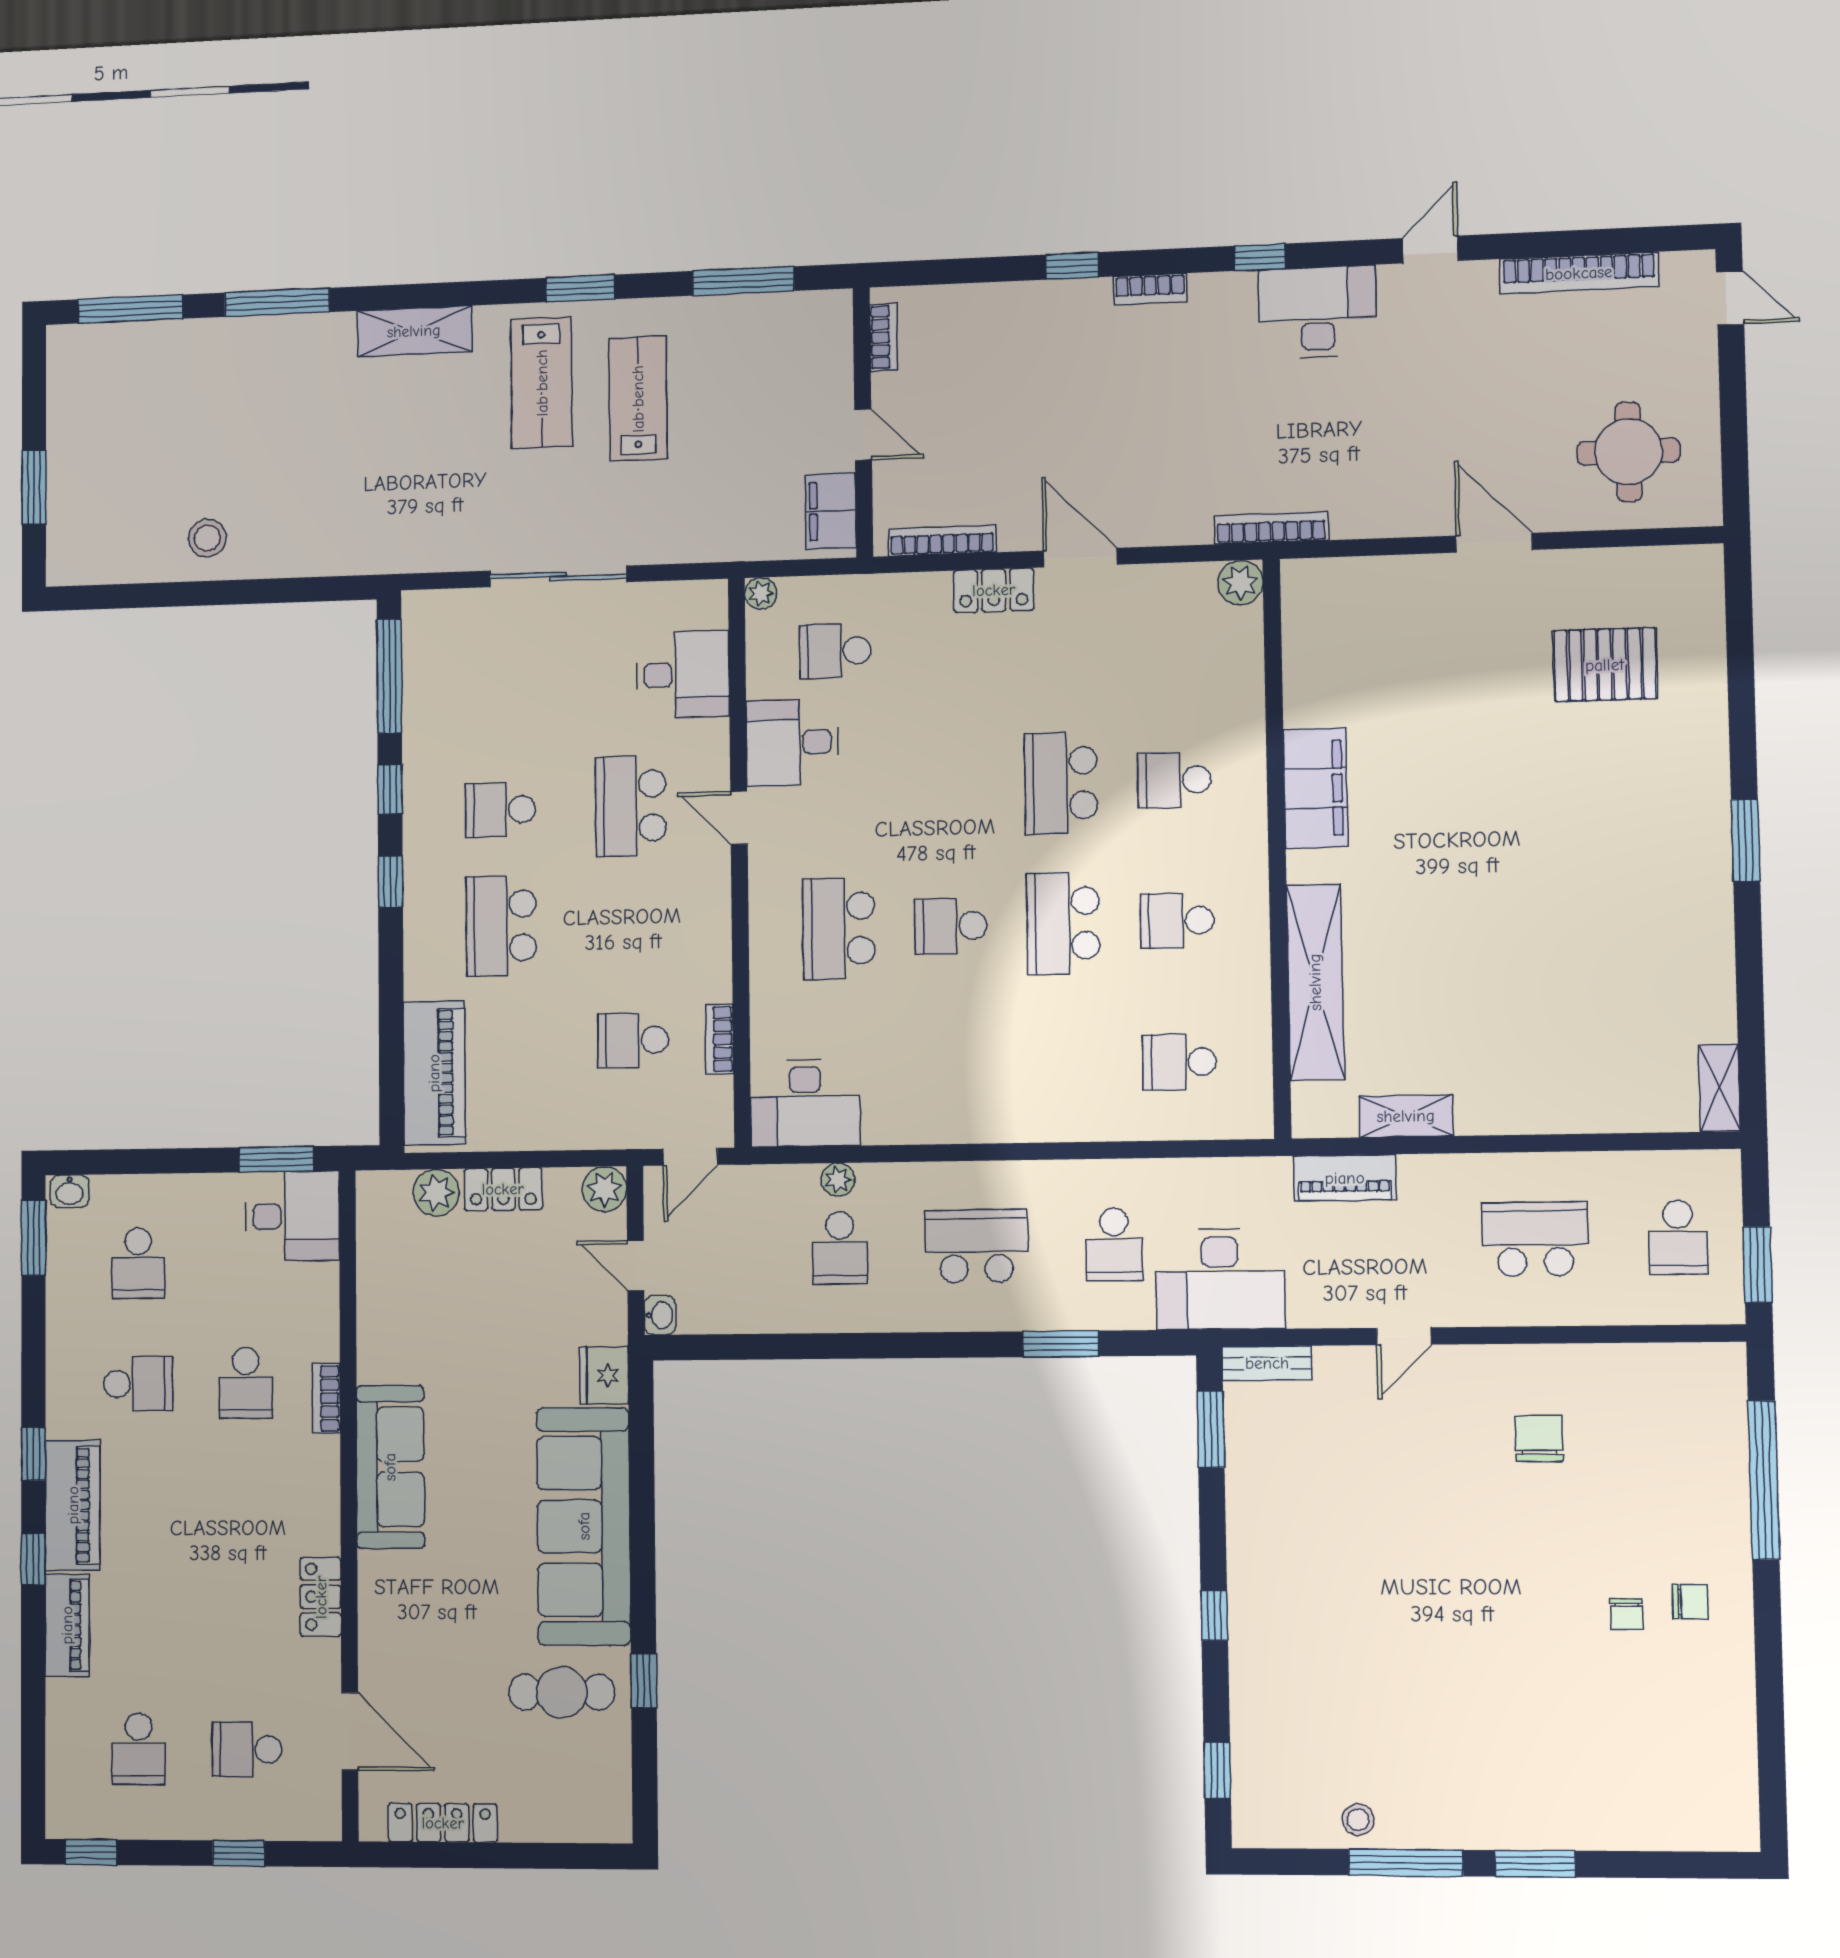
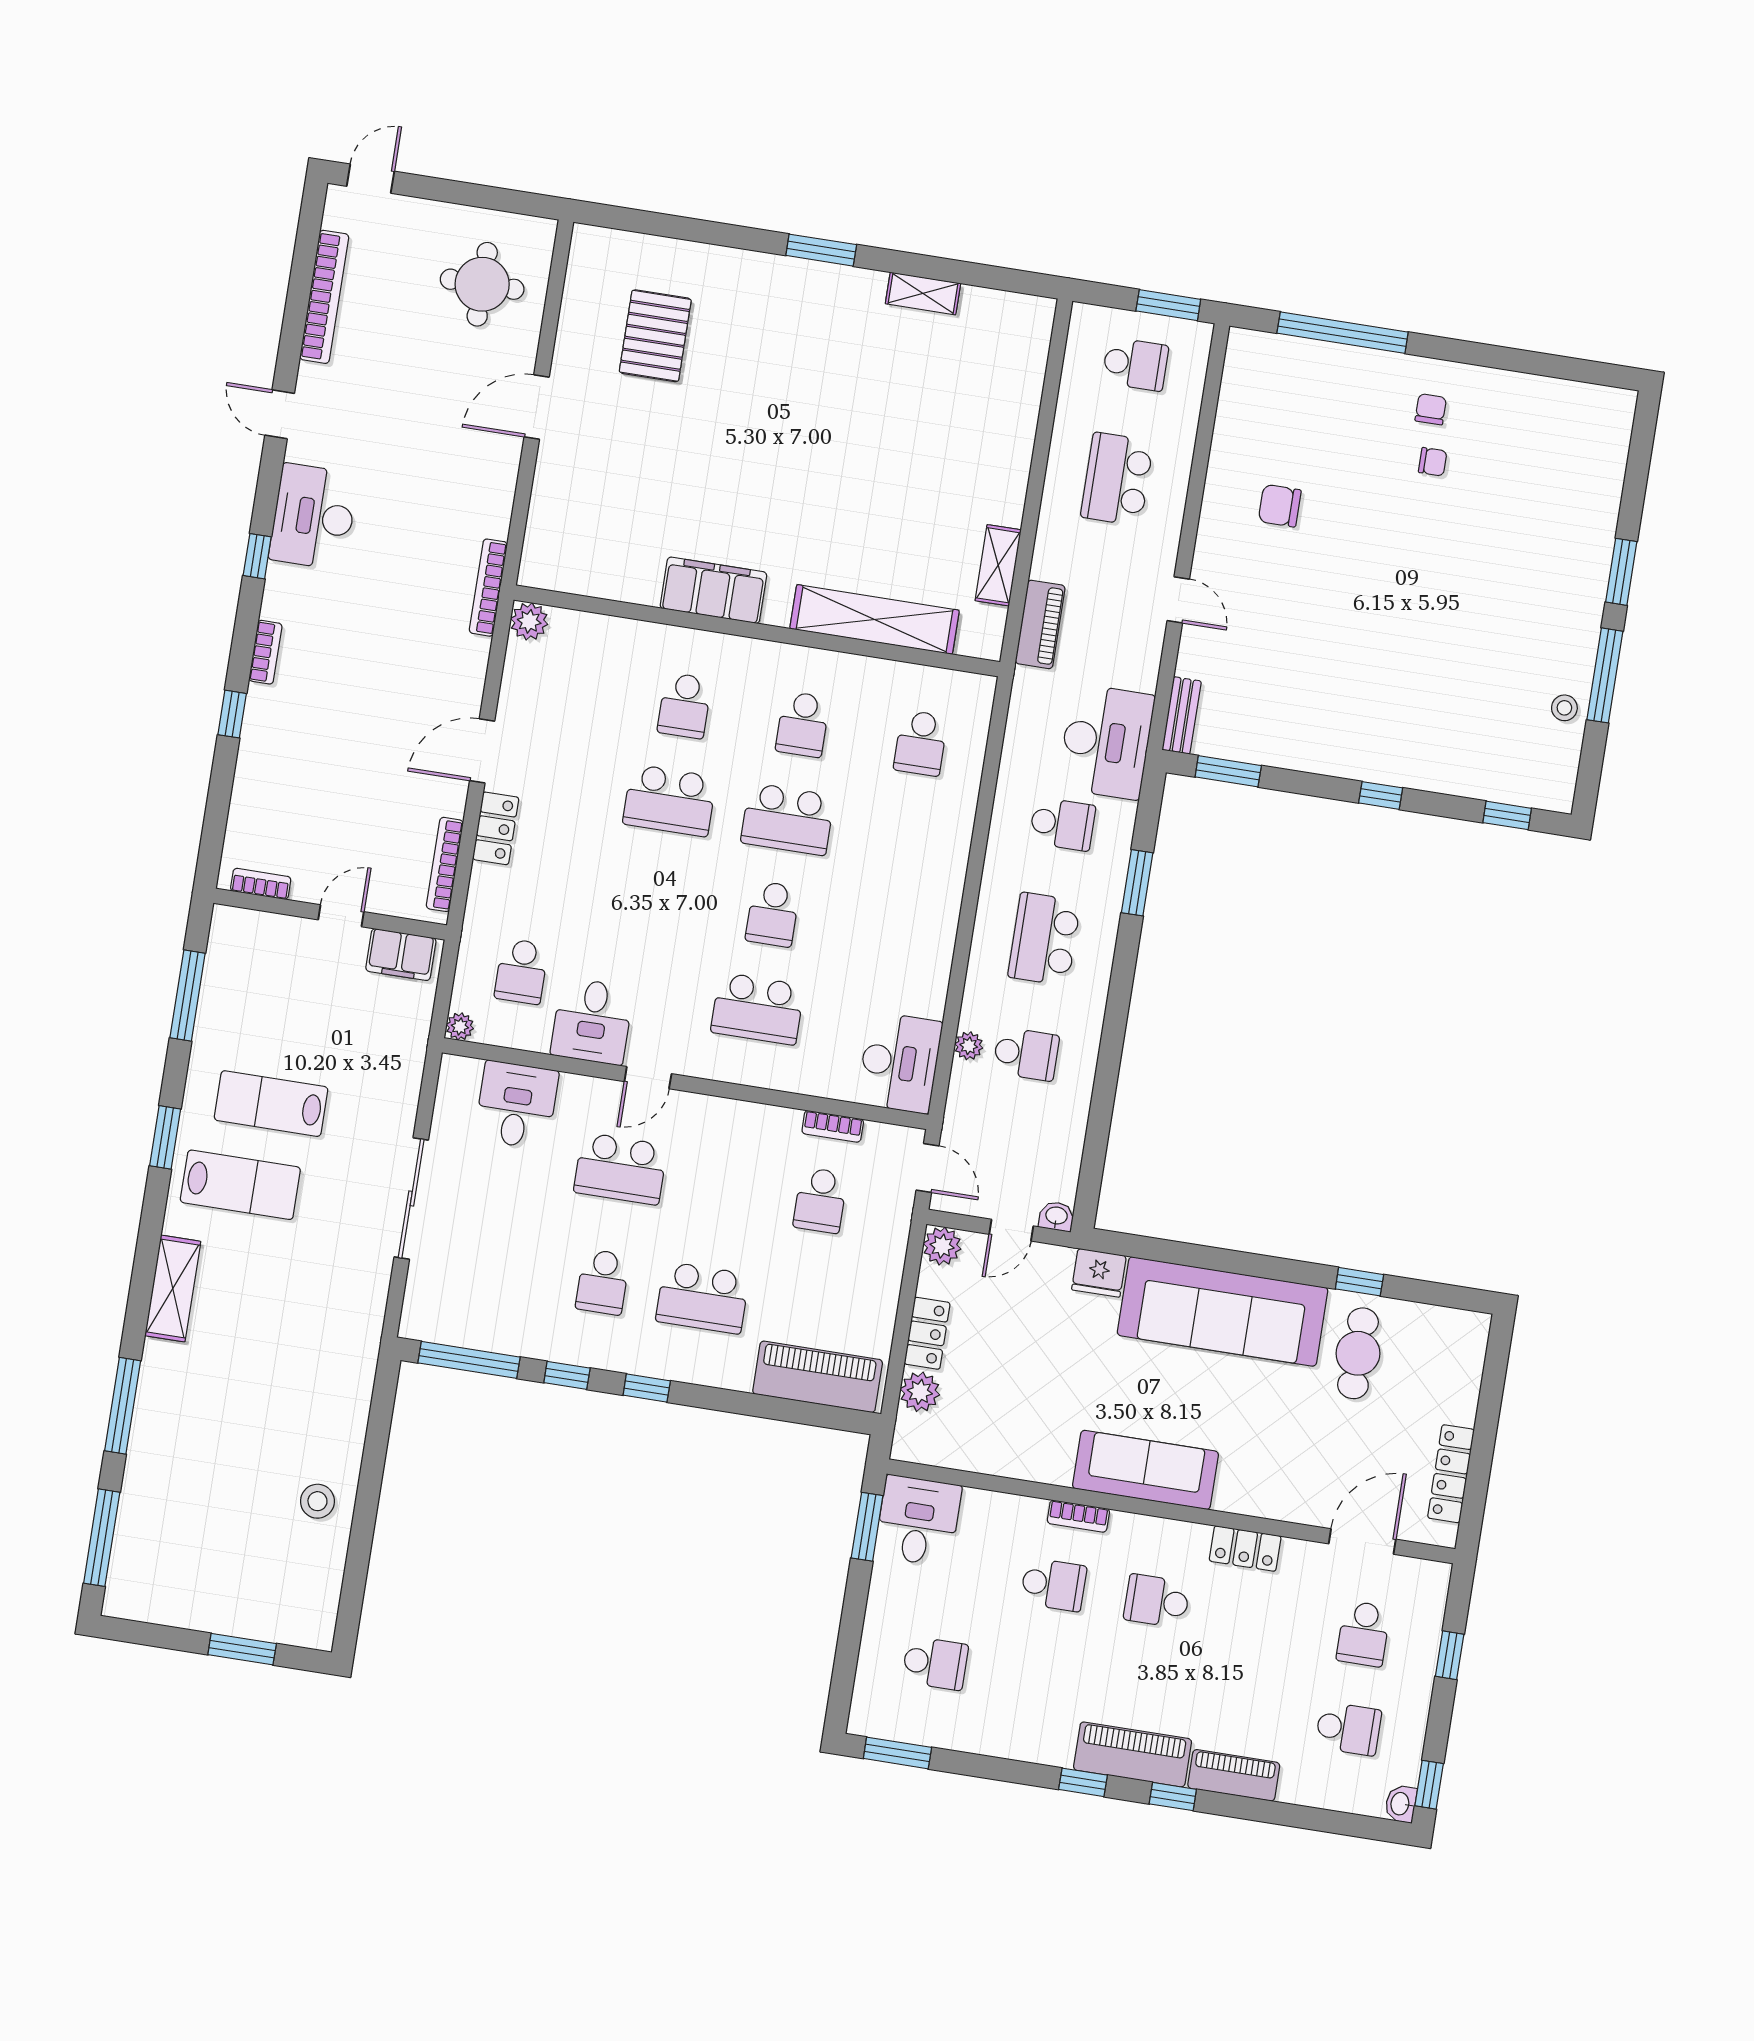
shelving: (1719, 1088) -> (923, 293), moved
washbasin: (70, 1191) -> (1401, 1804), moved, turned 180
school desk: (138, 1384) -> (1157, 1601), moved, turned -90

